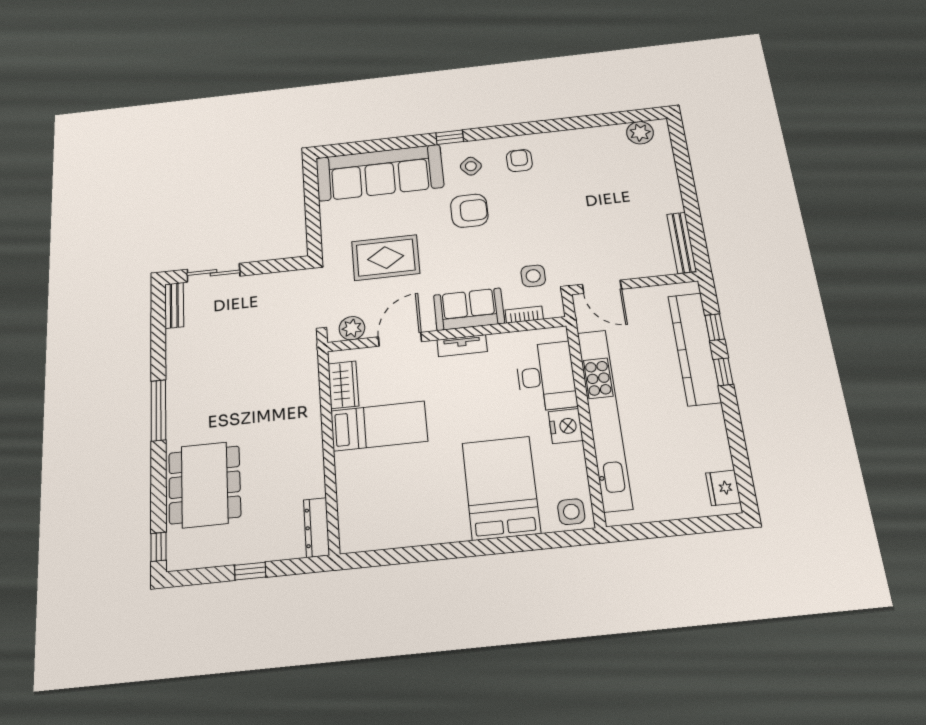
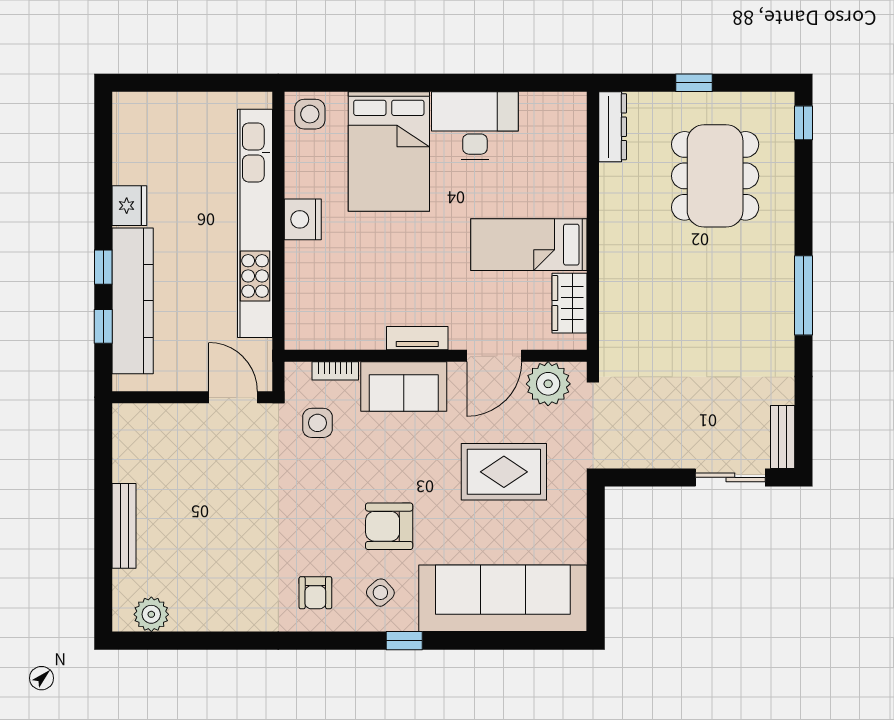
bench: (682, 243) -> (124, 526), moved
plant: (352, 328) -> (548, 384), width x1.36, depth x1.36
desk: (546, 376) -> (475, 126), moved, turned 90
dining table: (205, 485) -> (715, 176), moved
fridge: (723, 488) -> (129, 206), moved

